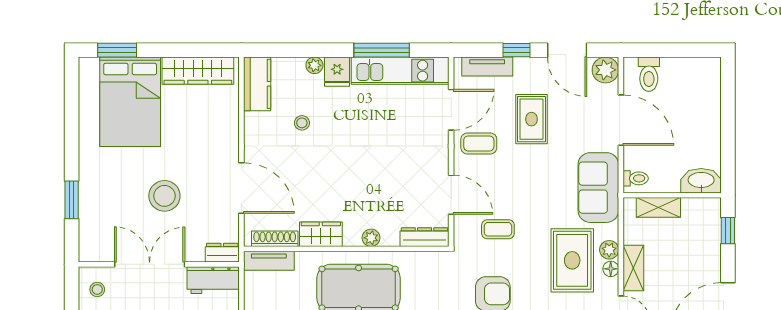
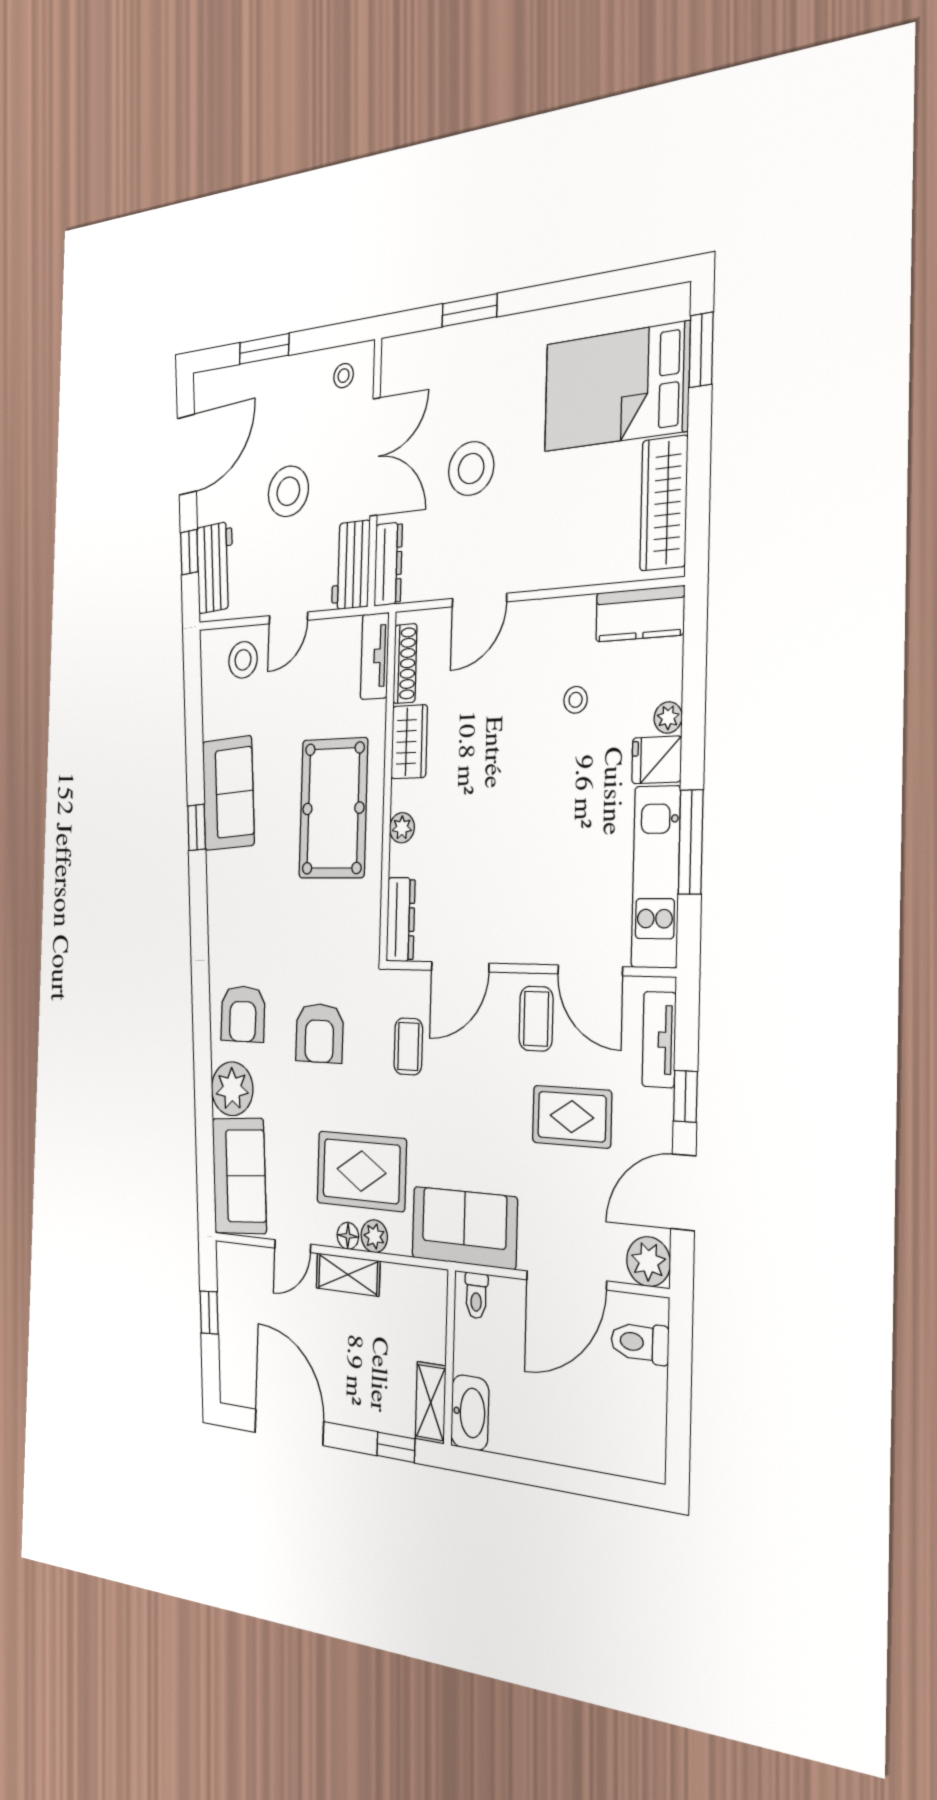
door: (241, 188) -> (479, 600), width x0.73
shelving: (658, 207) -> (431, 1403), moved
dresser: (222, 253) -> (388, 564), width x1.44

